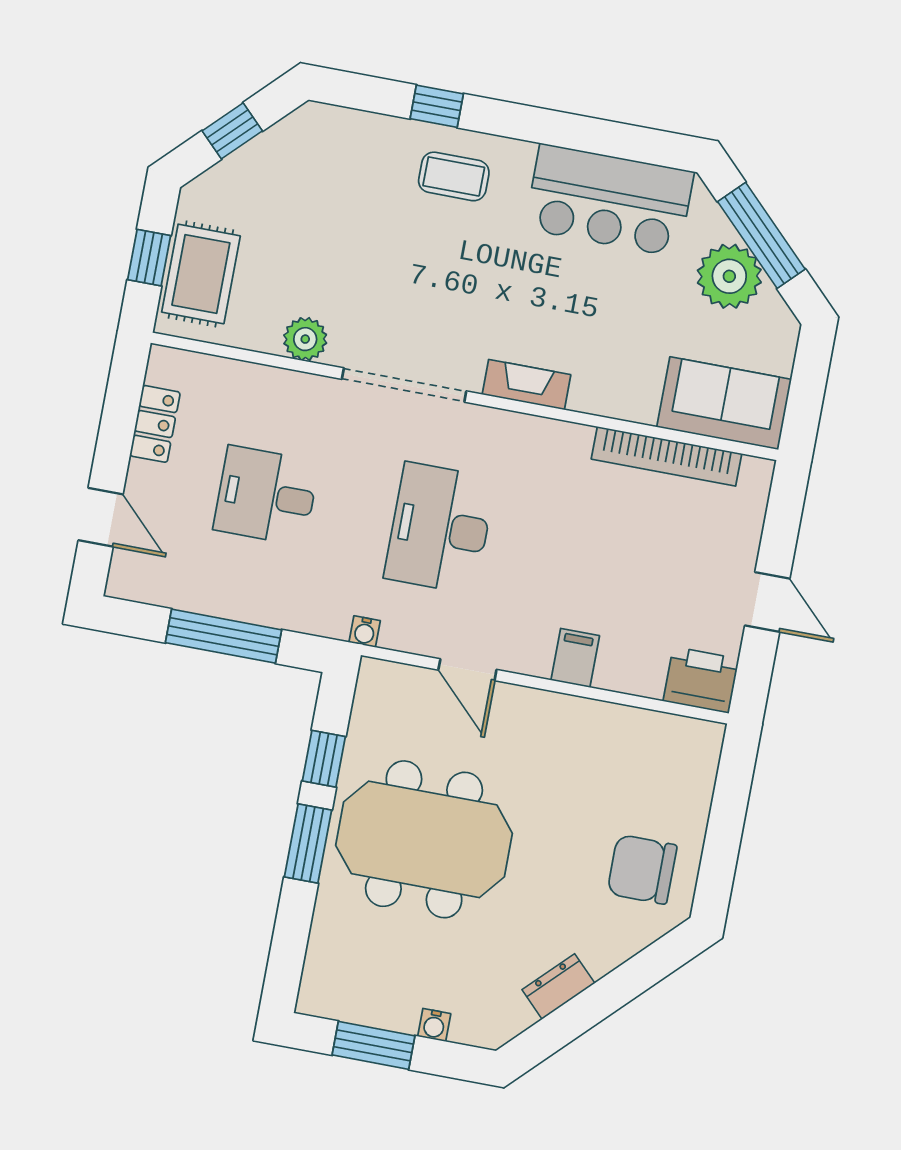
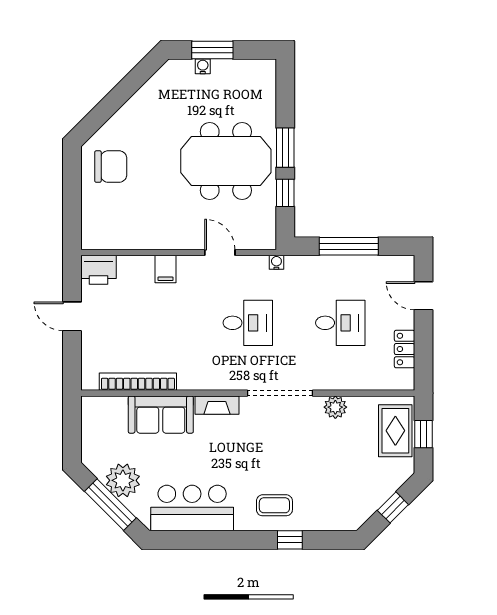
sofa: (724, 403) -> (161, 415), moved
desk: (440, 528) -> (248, 323), width x0.73
dresser: (558, 986) -> (142, 98), removed
window: (373, 1045) -> (212, 50), moved

